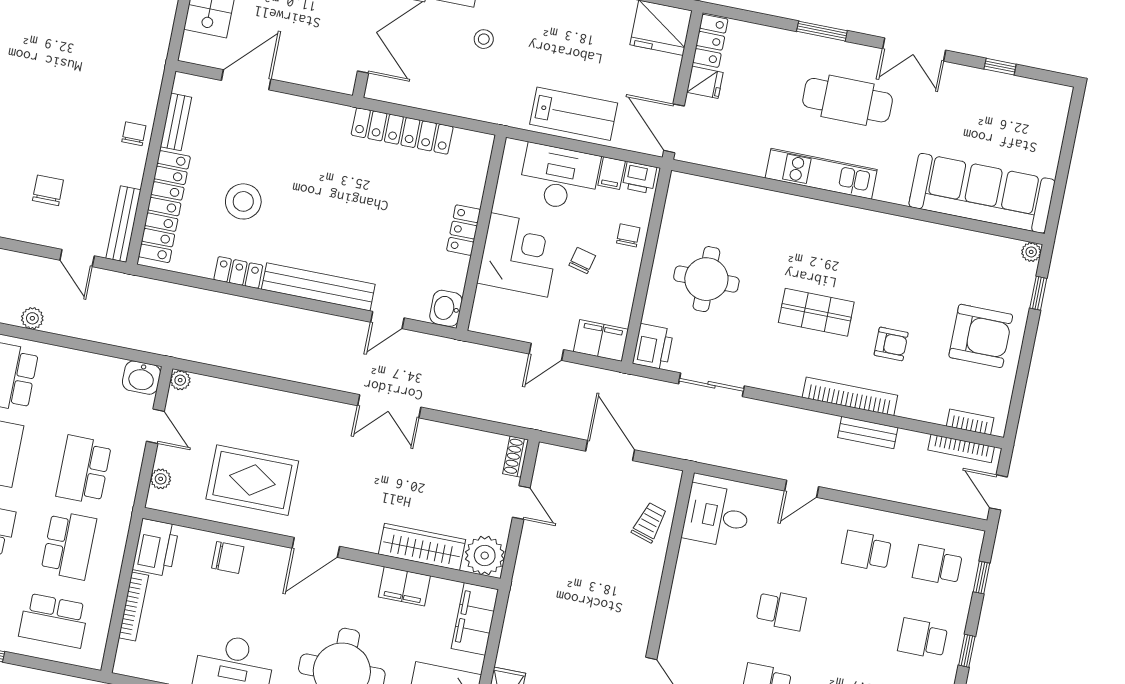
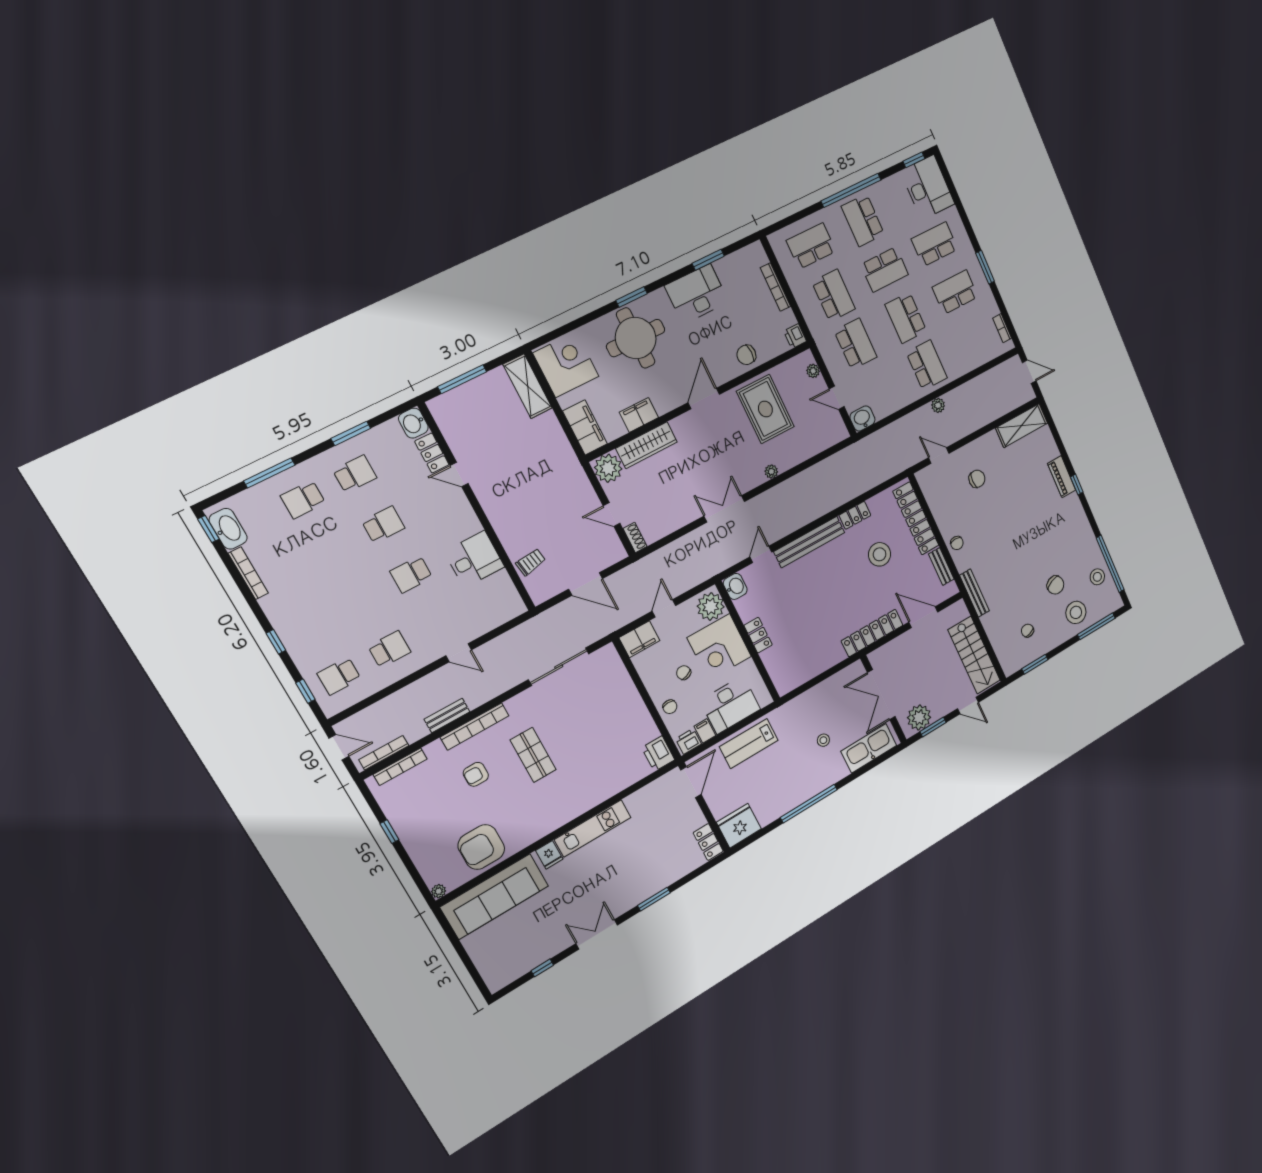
door: (246, 80) -> (923, 617), swing flipped
fridge: (705, 82) -> (549, 855), moved, turned -90
cafe table: (848, 100) -> (611, 878), removed
door: (674, 128) -> (691, 782), hinge flipped
locker: (402, 131) -> (872, 633), moved
chair: (48, 190) -> (977, 479), turned -90
bench: (123, 224) -> (974, 593), moved
chair: (582, 260) -> (684, 673), turned 146
round table: (706, 279) -> (609, 720), removed
window: (1038, 293) -> (389, 832), moved
plant: (492, 309) -> (711, 607), added
shop shelf: (816, 312) -> (533, 755), turned 90
armchair: (981, 336) -> (481, 847), moved
printer: (653, 347) -> (658, 754), moved
plant: (180, 380) -> (771, 472), moved
sliding door: (712, 385) -> (559, 667), width x1.37
bookcase: (970, 422) -> (400, 767), width x1.56
rug: (252, 480) -> (765, 409), turned 90
door: (802, 489) -> (459, 653), swing flipped
desk: (716, 516) -> (474, 559), moved
trolley: (649, 522) -> (531, 562), turned -116
school desk: (69, 545) -> (834, 295), turned 180
printer: (156, 548) -> (795, 336), width x0.53, depth x0.68
school desk: (937, 565) -> (339, 676), turned 180
school desk: (923, 639) -> (310, 627), removed

